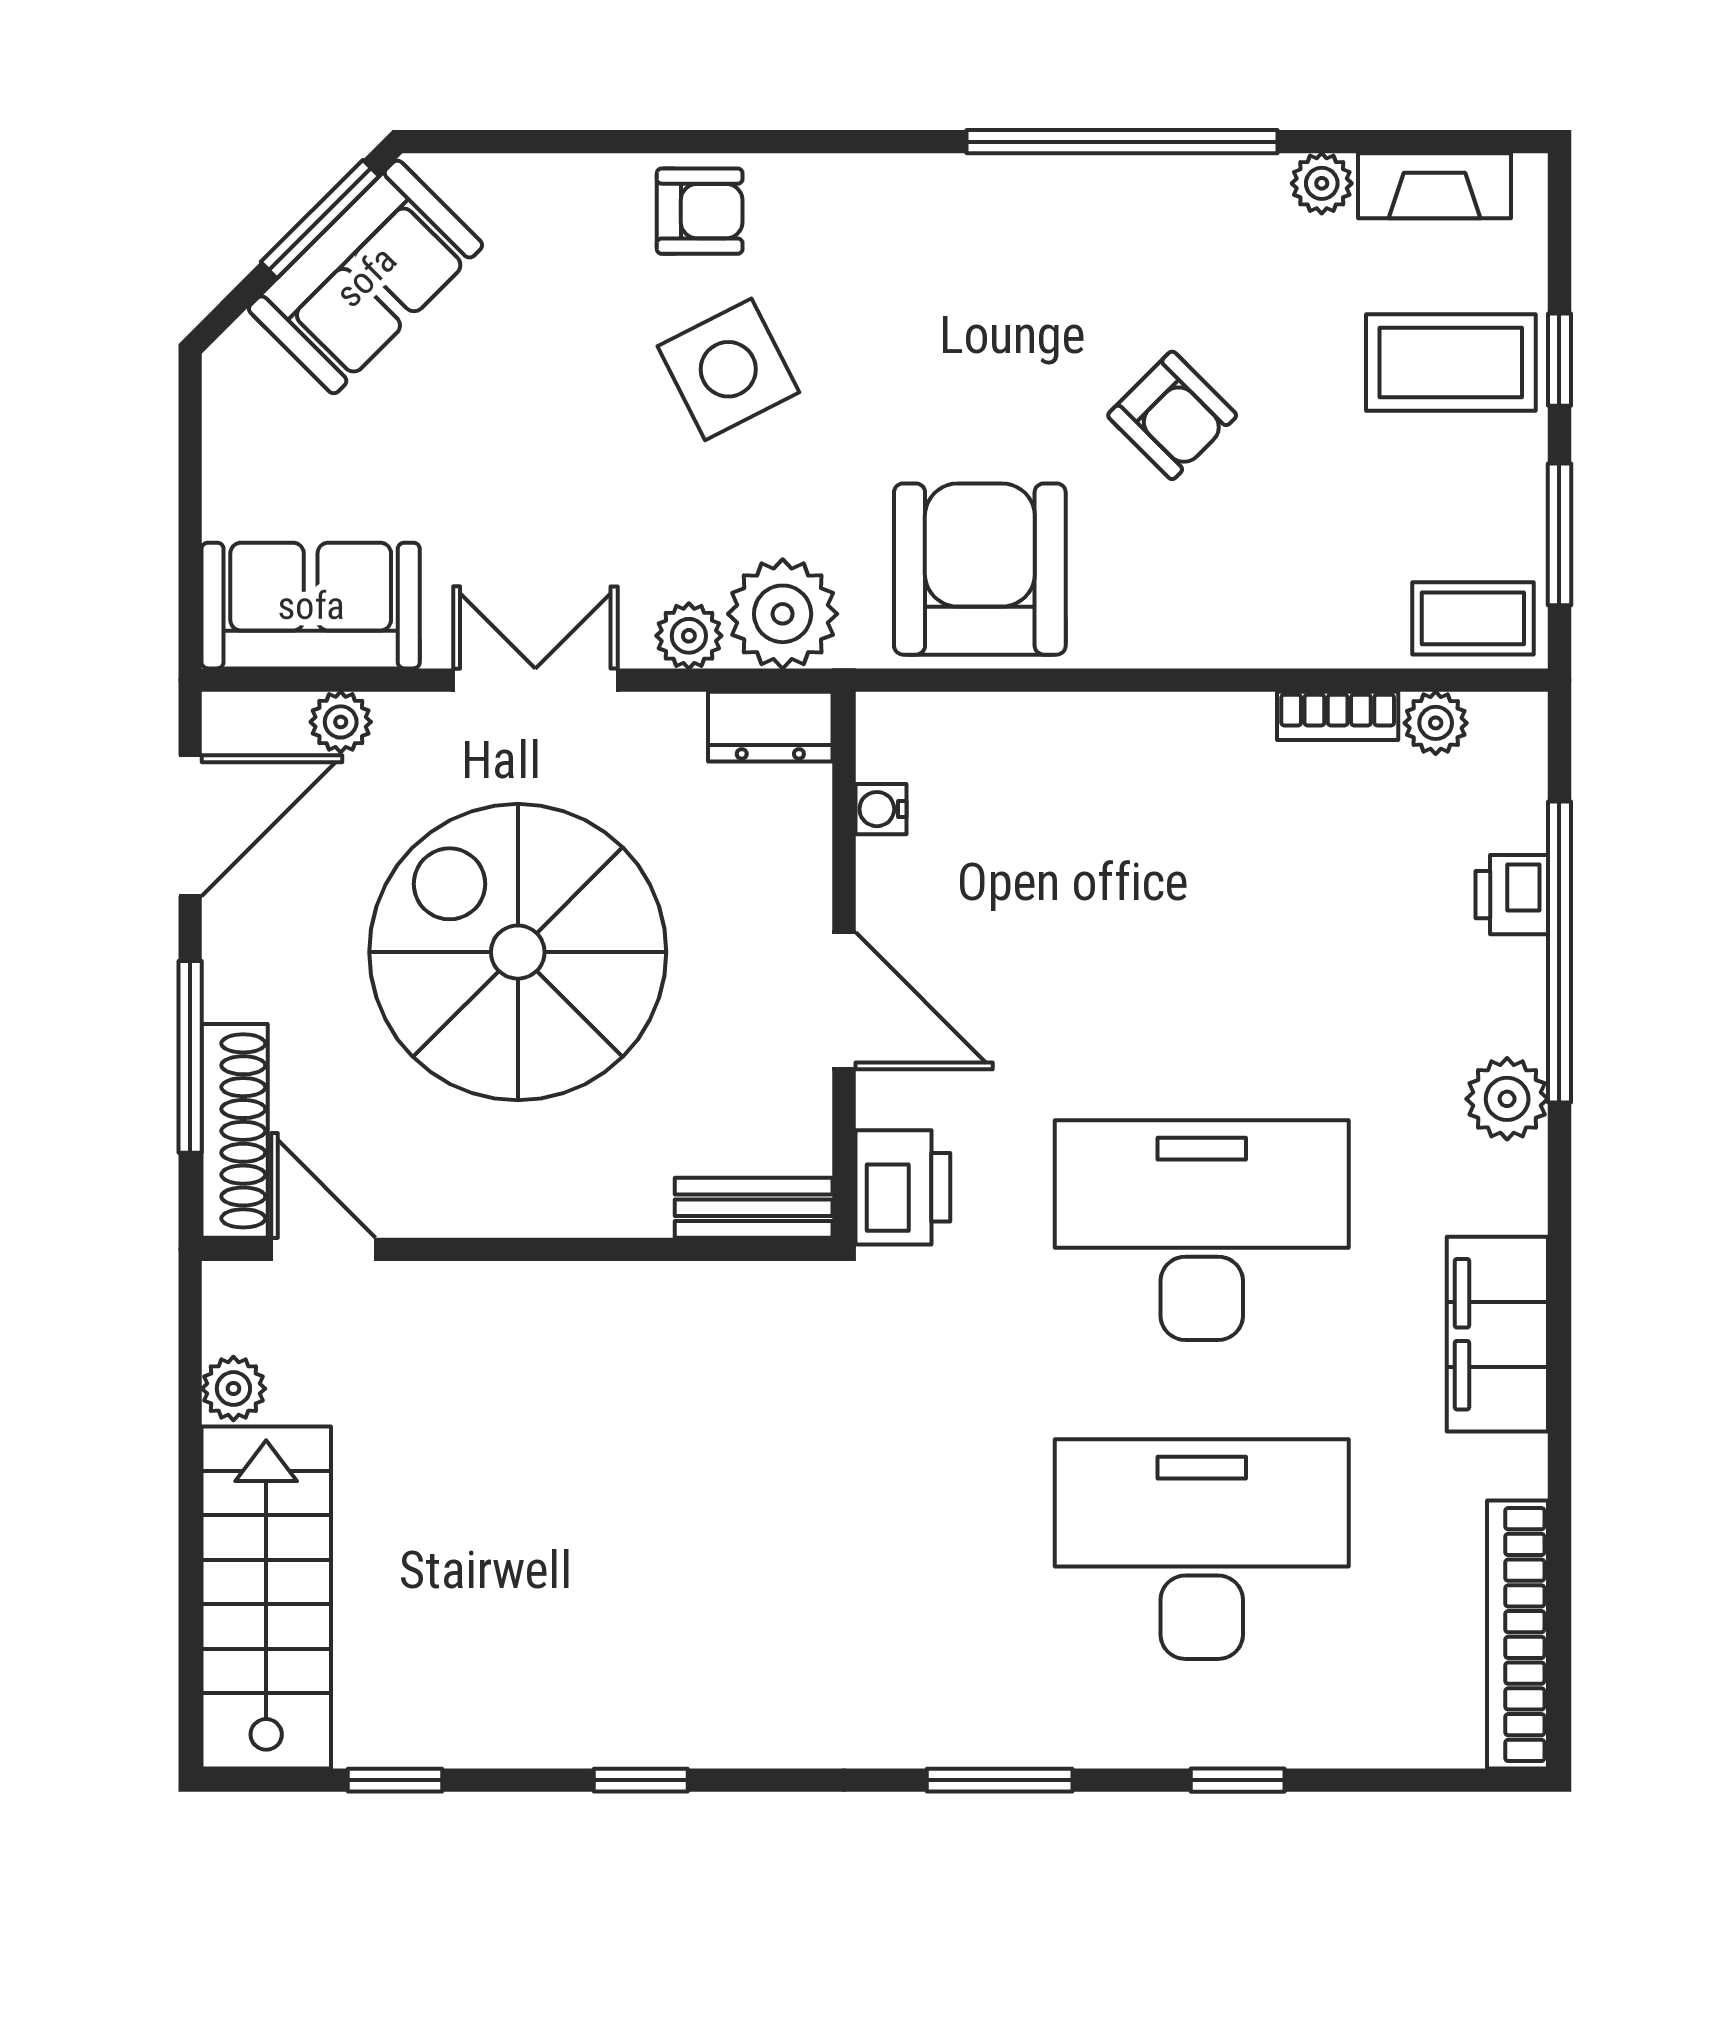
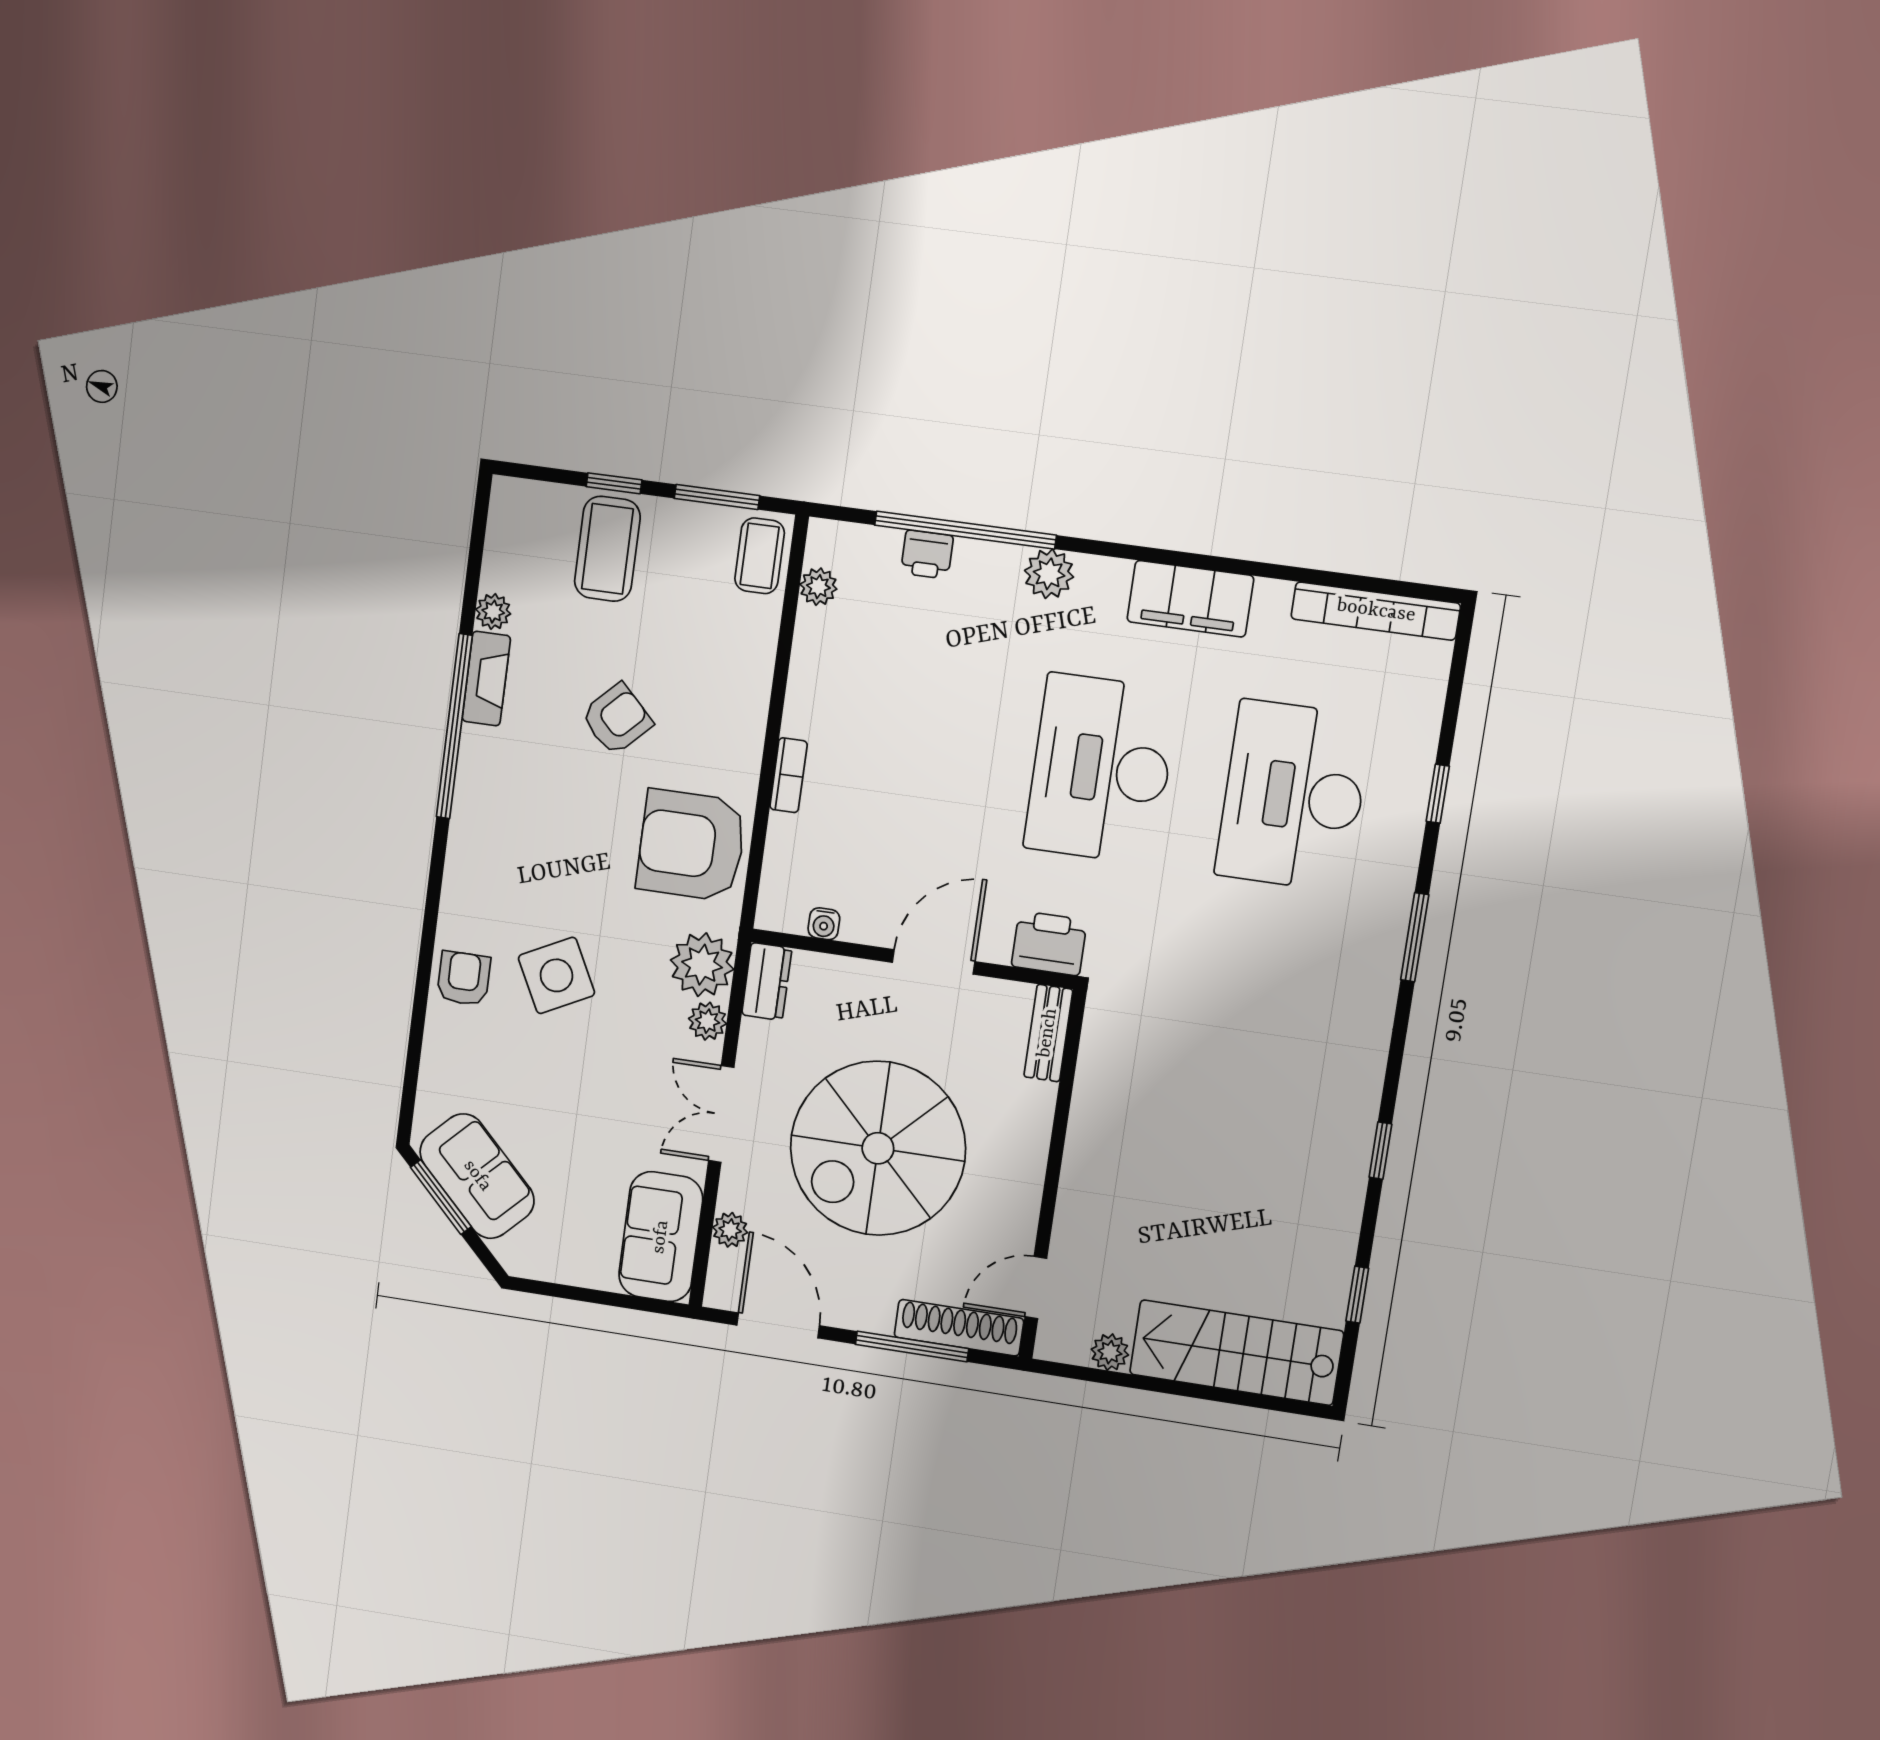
fireplace: (1435, 186) -> (486, 679), moved
bookcase: (1338, 716) -> (788, 775), moved

